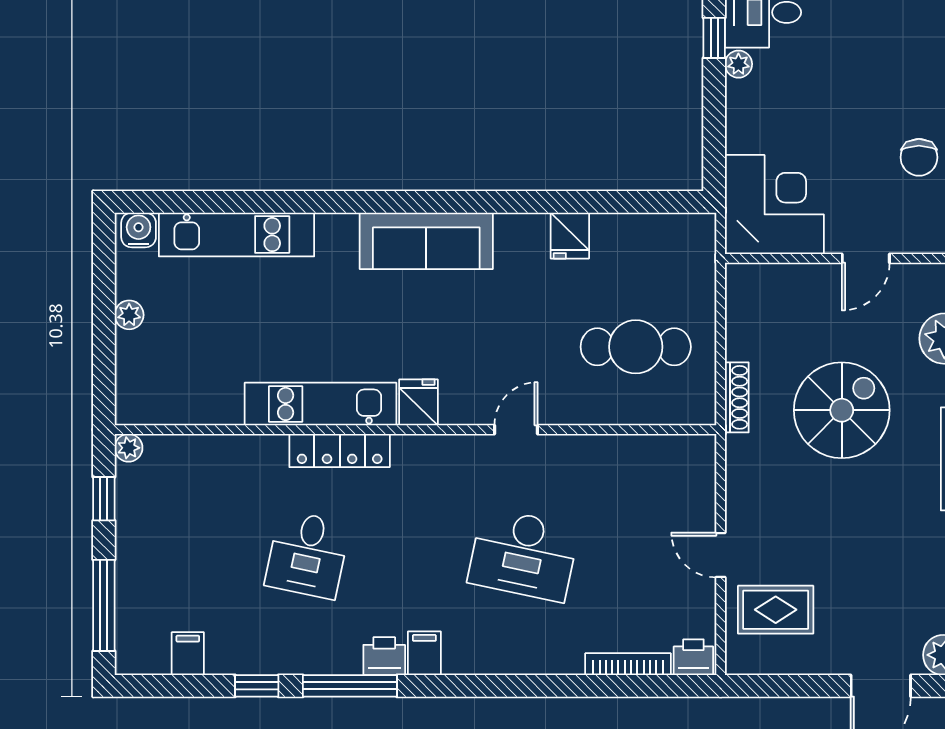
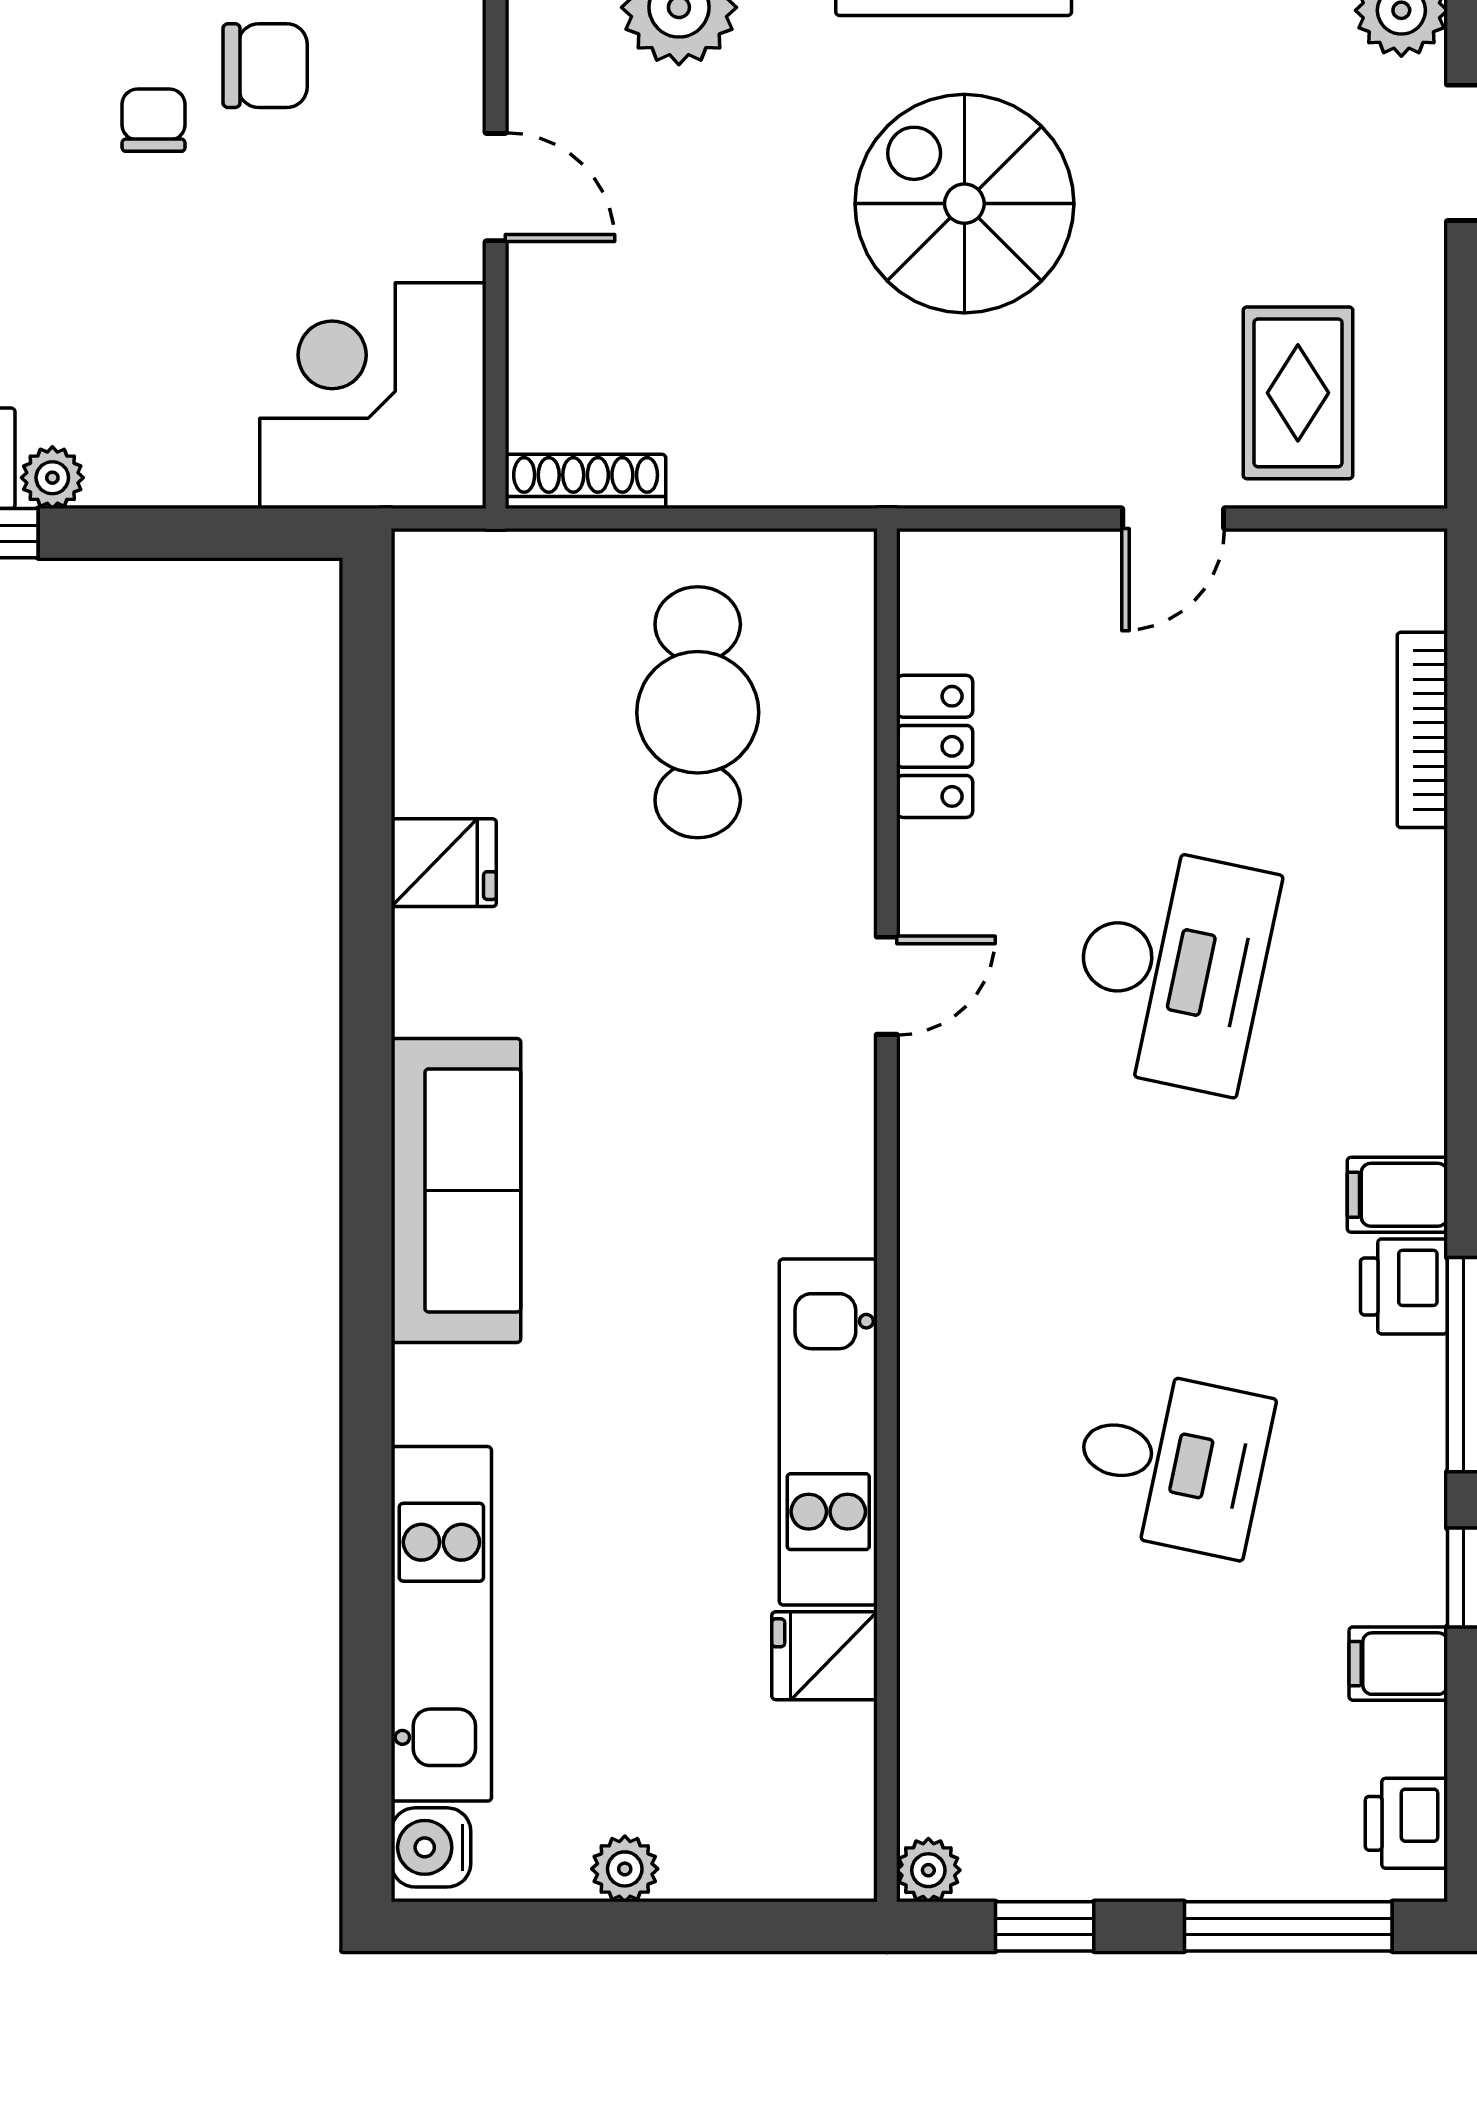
chair: (895, 108) -> (154, 120), added
shoe rack: (737, 397) -> (586, 481), moved
fridge: (418, 402) -> (824, 1656), moved
spiral stairs: (842, 410) -> (964, 204), moved
door: (516, 430) -> (887, 986), swing flipped
locker: (340, 451) -> (935, 746), moved, width x0.66
filing cabinet: (188, 654) -> (1398, 1664), moved
printer: (693, 657) -> (1406, 1823), moved

